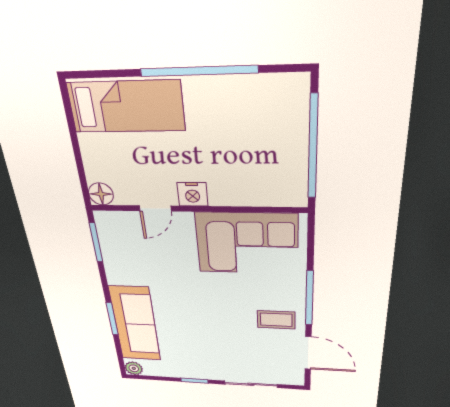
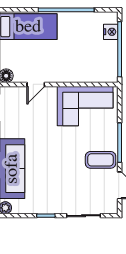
nightstand: (192, 194) -> (111, 32), moved, turned -90
coffee table: (276, 320) -> (101, 160), width x1.36, depth x1.30

